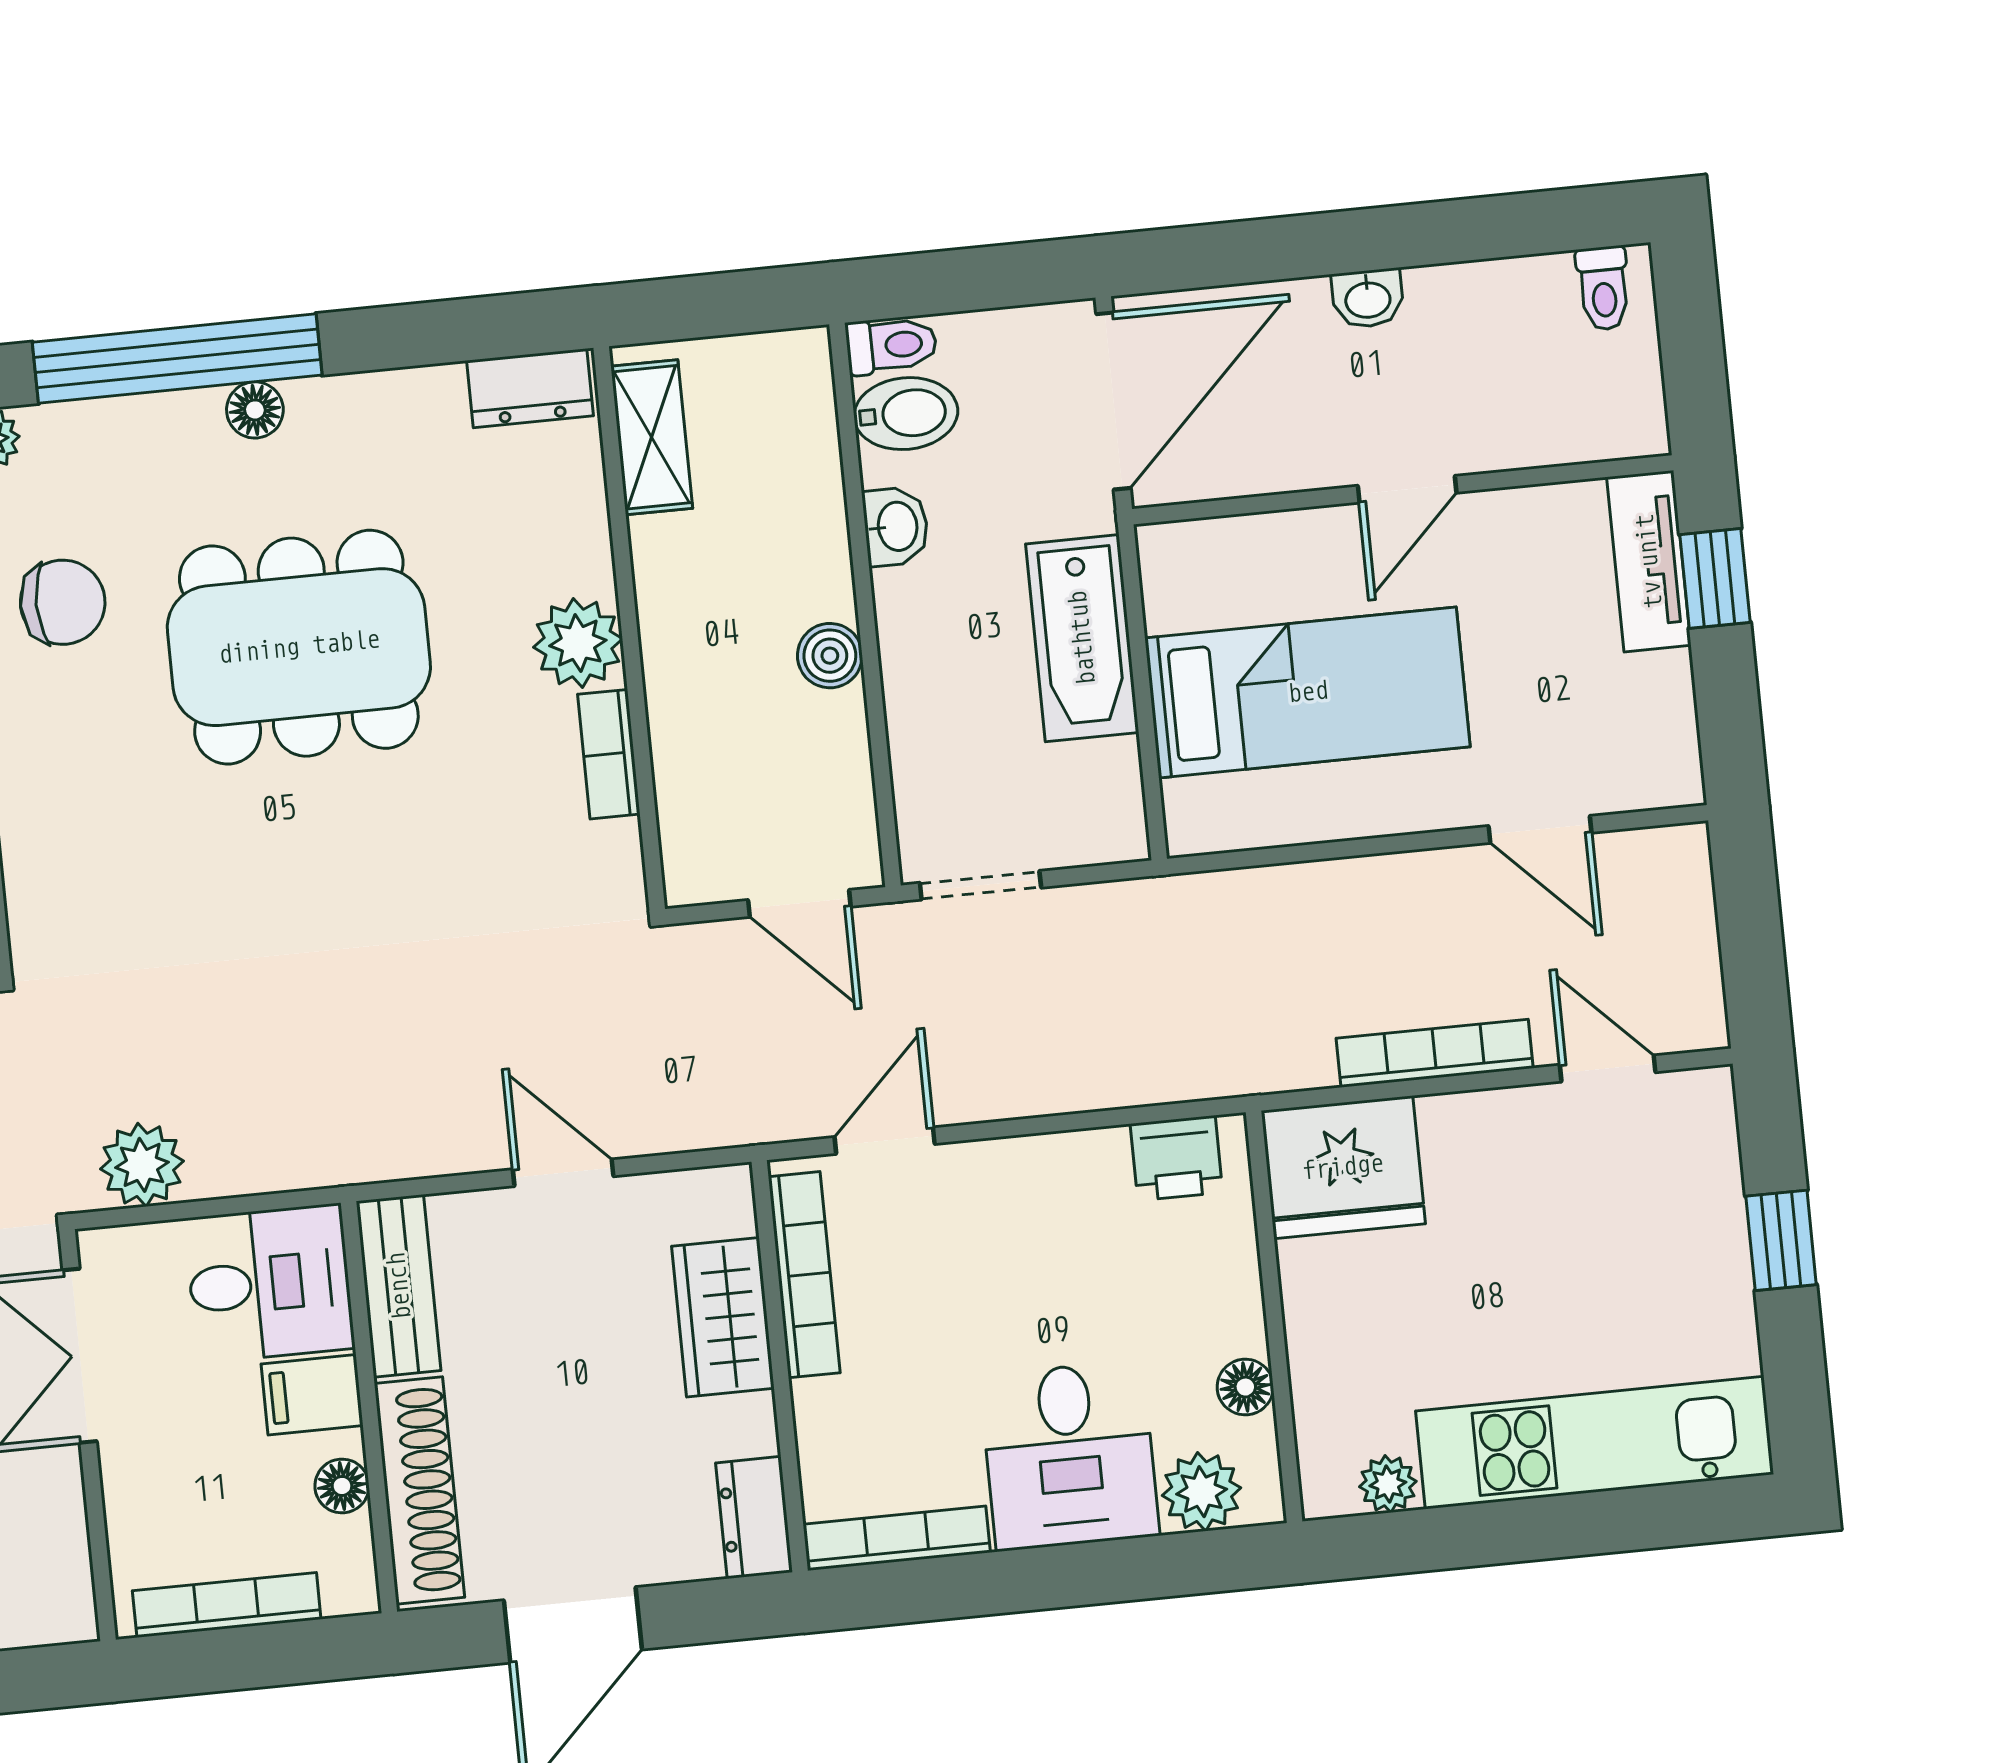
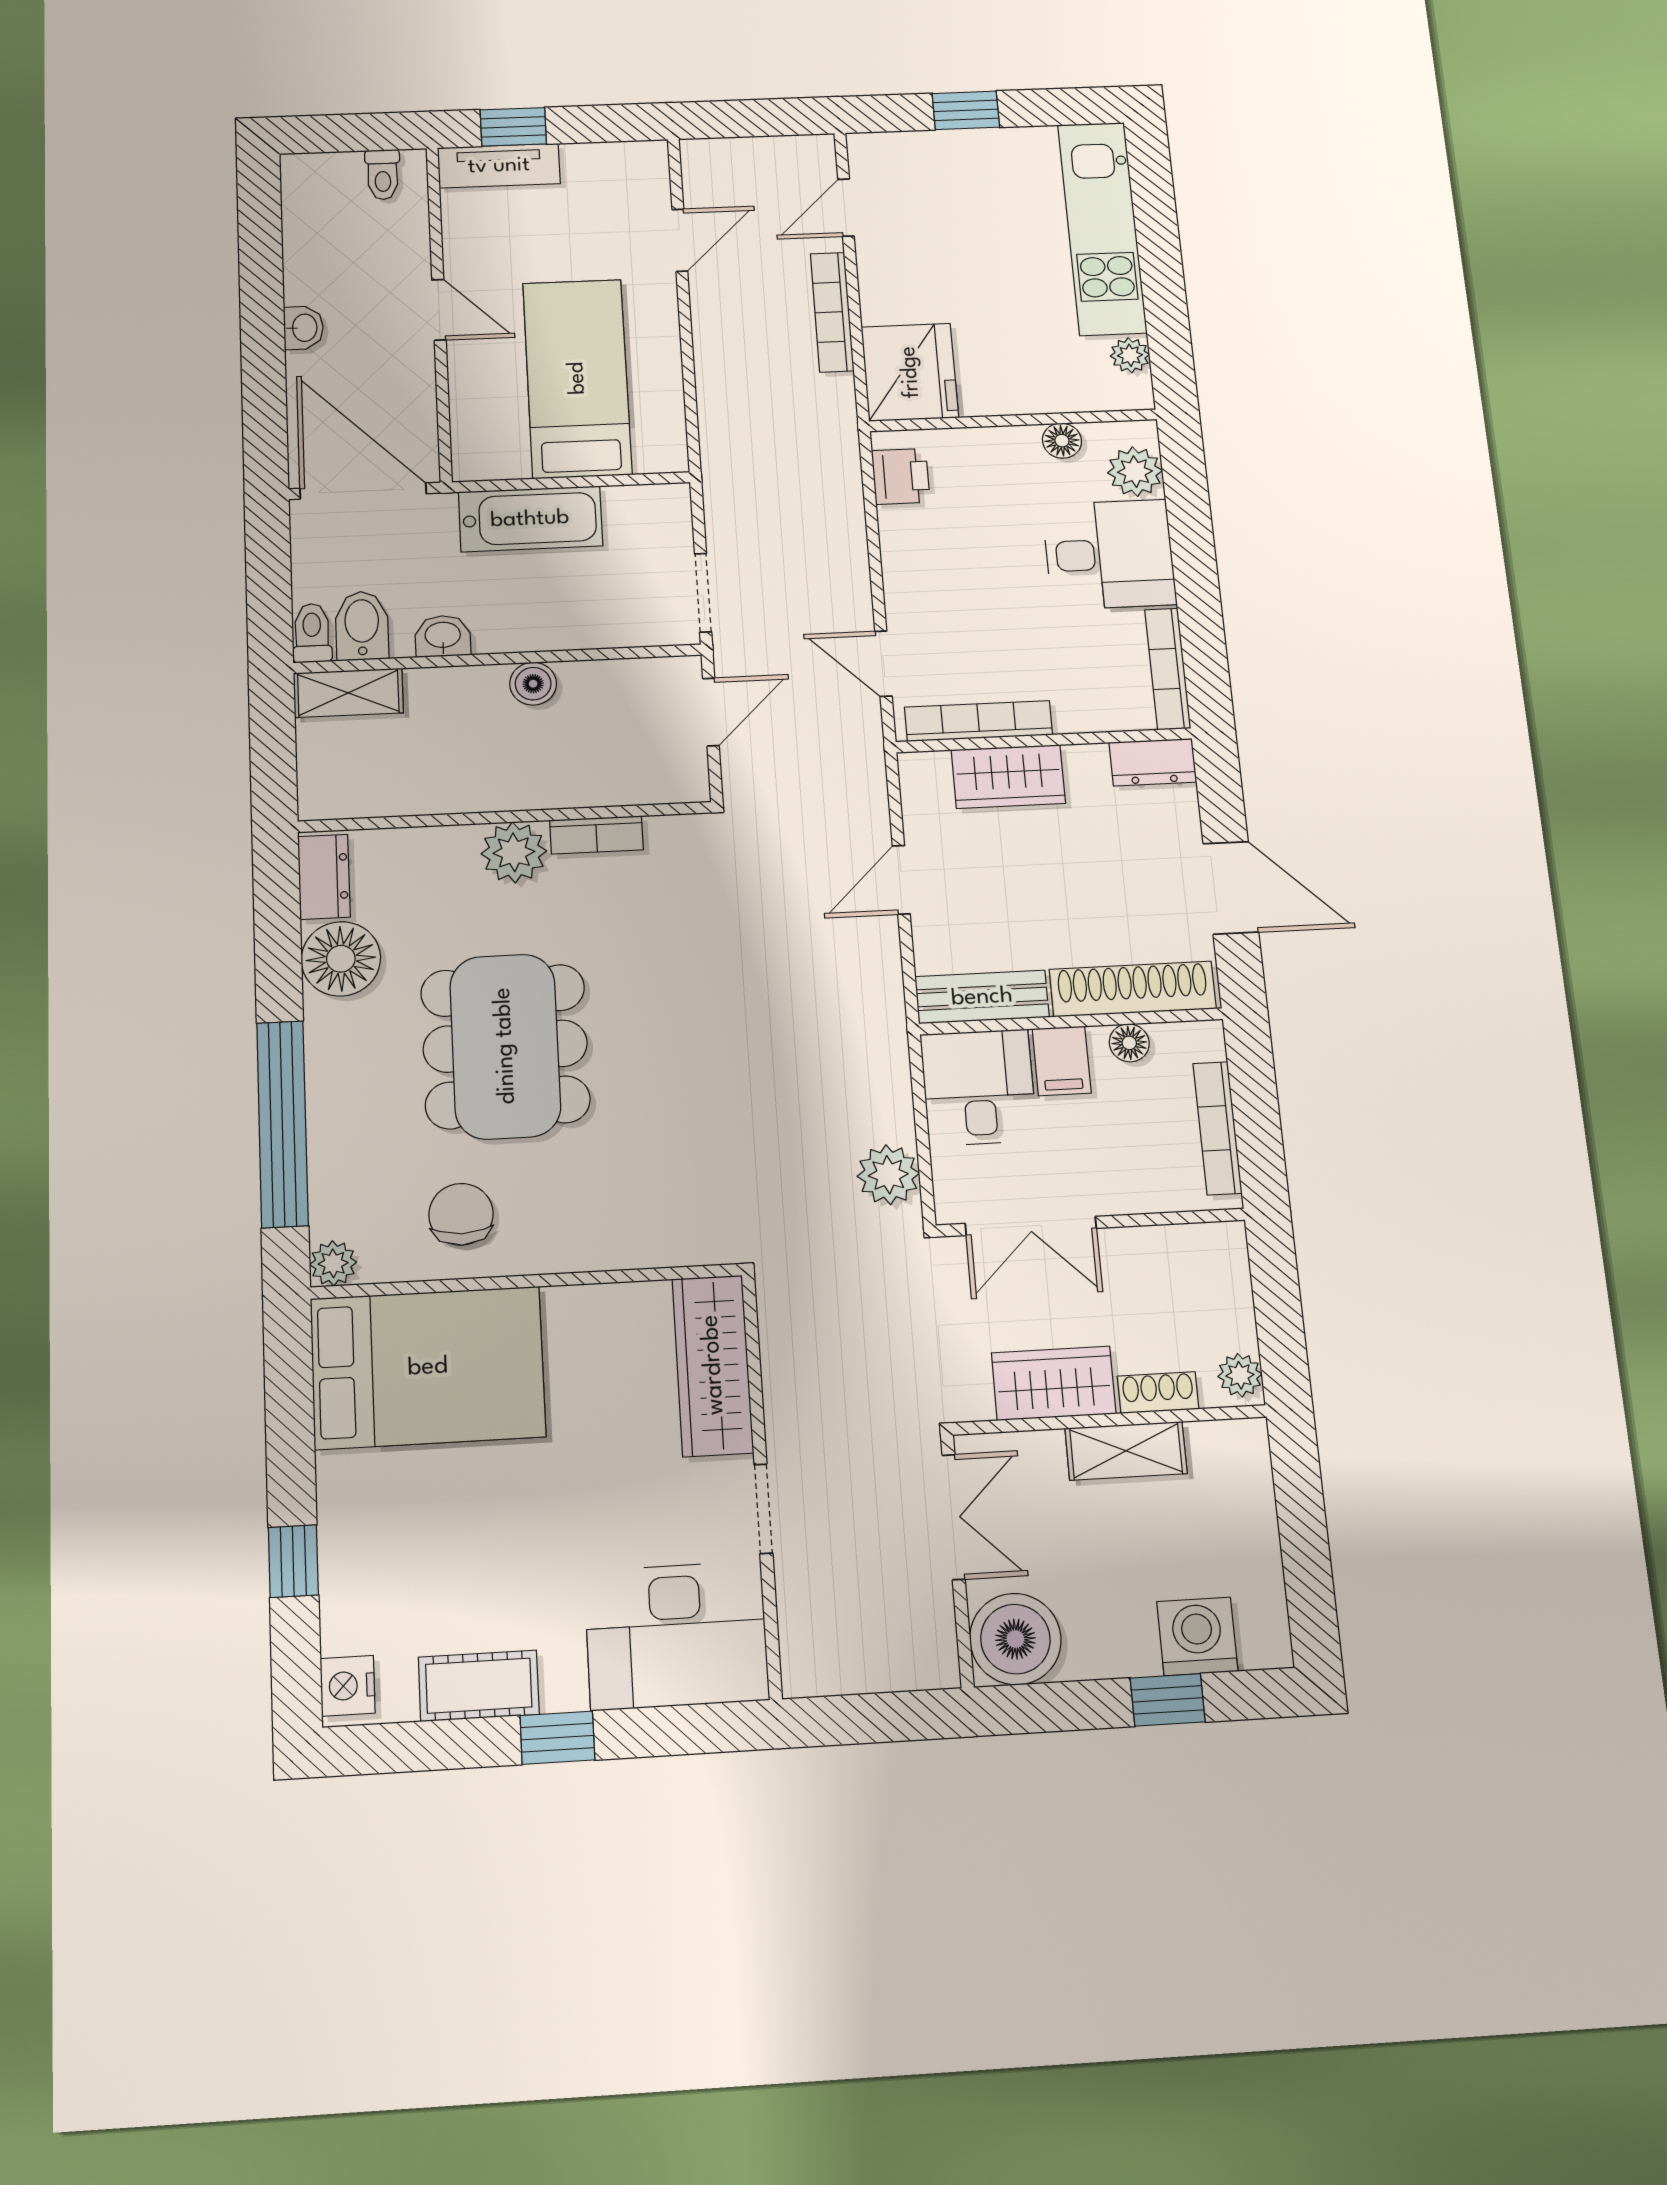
toilet: (1603, 288) -> (383, 175), moved, turned 90
floor lamp: (255, 410) -> (341, 959), moved, width x1.89, depth x1.89
shelving: (652, 437) -> (348, 693), moved

